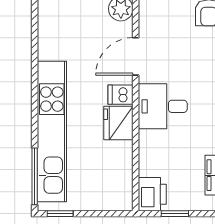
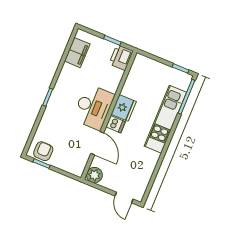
door: (136, 56) -> (97, 143), hinge flipped
desk: (163, 106) -> (93, 107), width x1.37
kitchen unit: (52, 131) -> (165, 119), width x0.73

